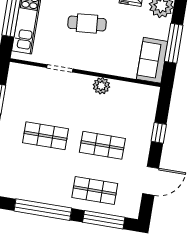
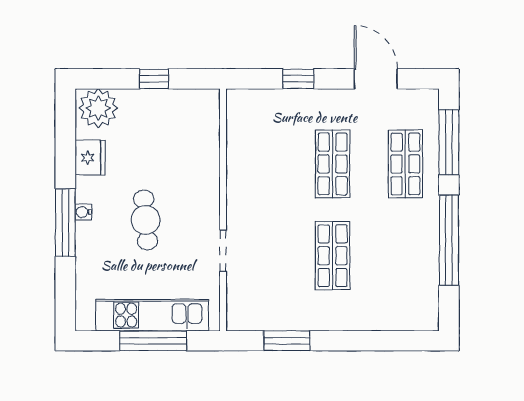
window: (174, 43) -> (154, 79), width x0.46
sofa: (152, 60) -> (186, 108), removed
plant: (101, 86) -> (240, 181), removed

